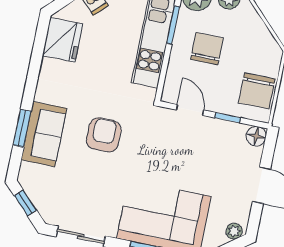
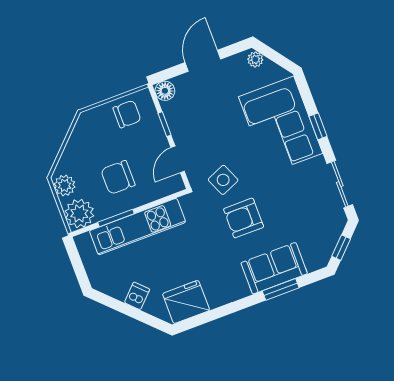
chair: (257, 91) -> (127, 114), width x0.73, depth x0.73
side table: (148, 138) -> (223, 180), added

